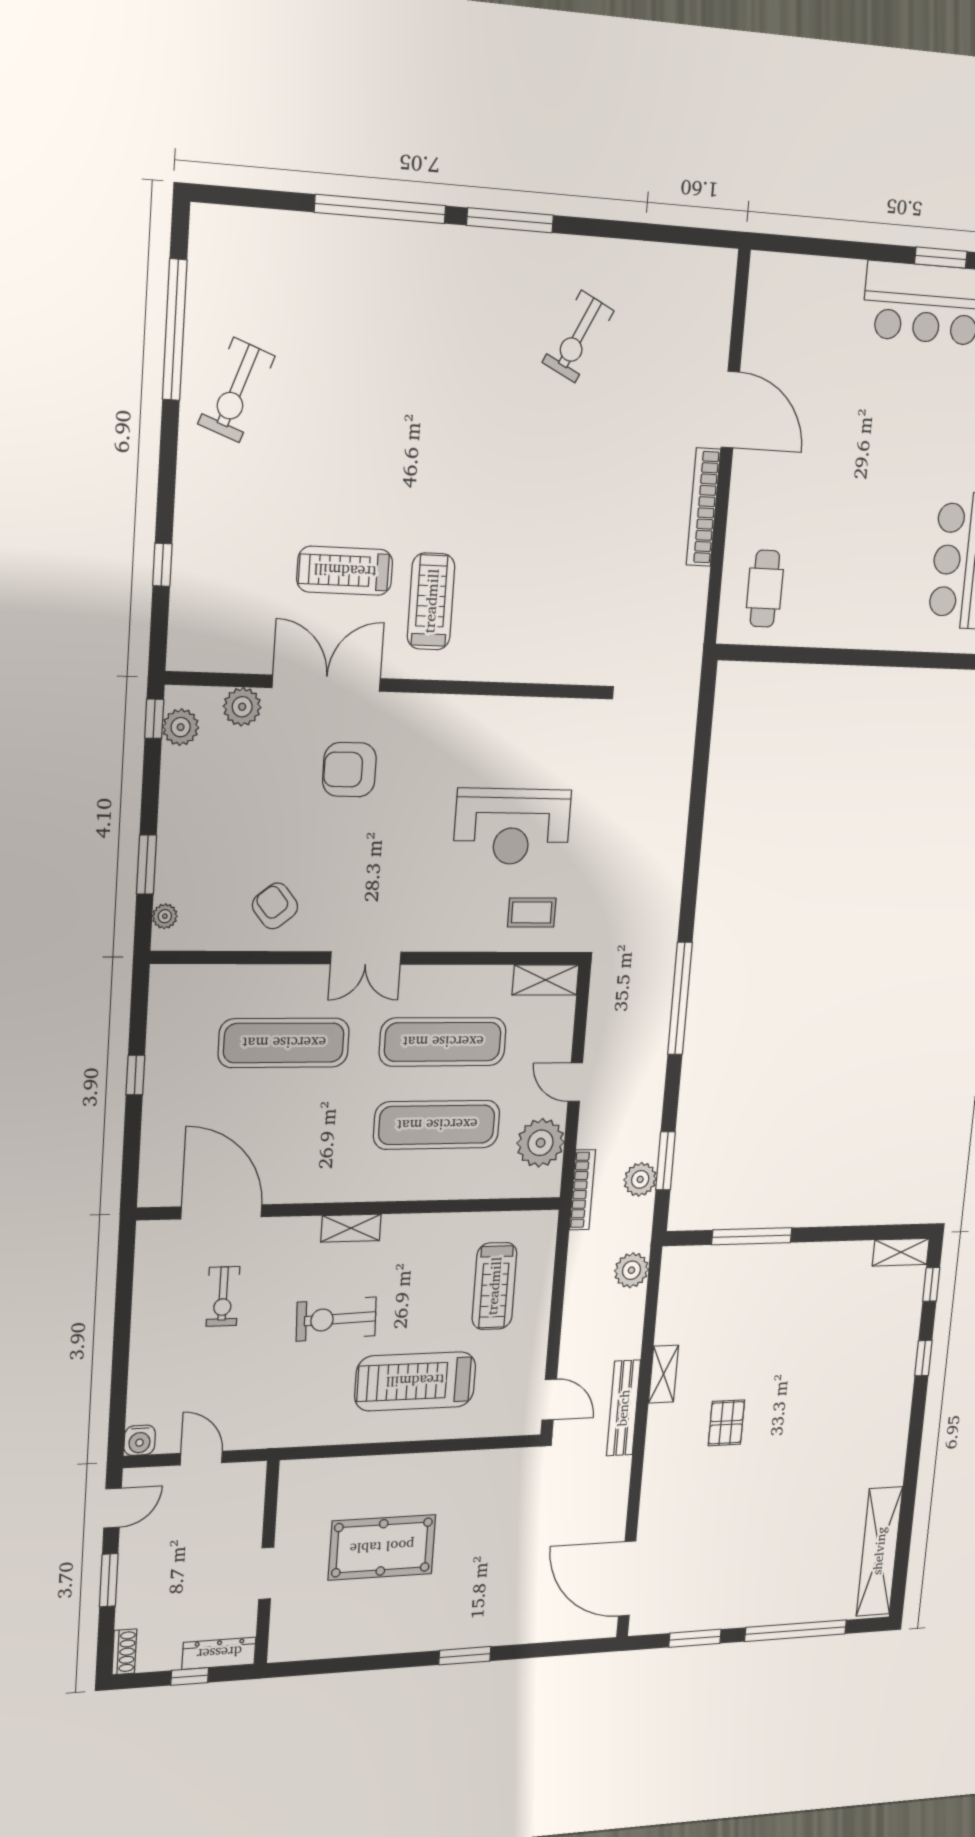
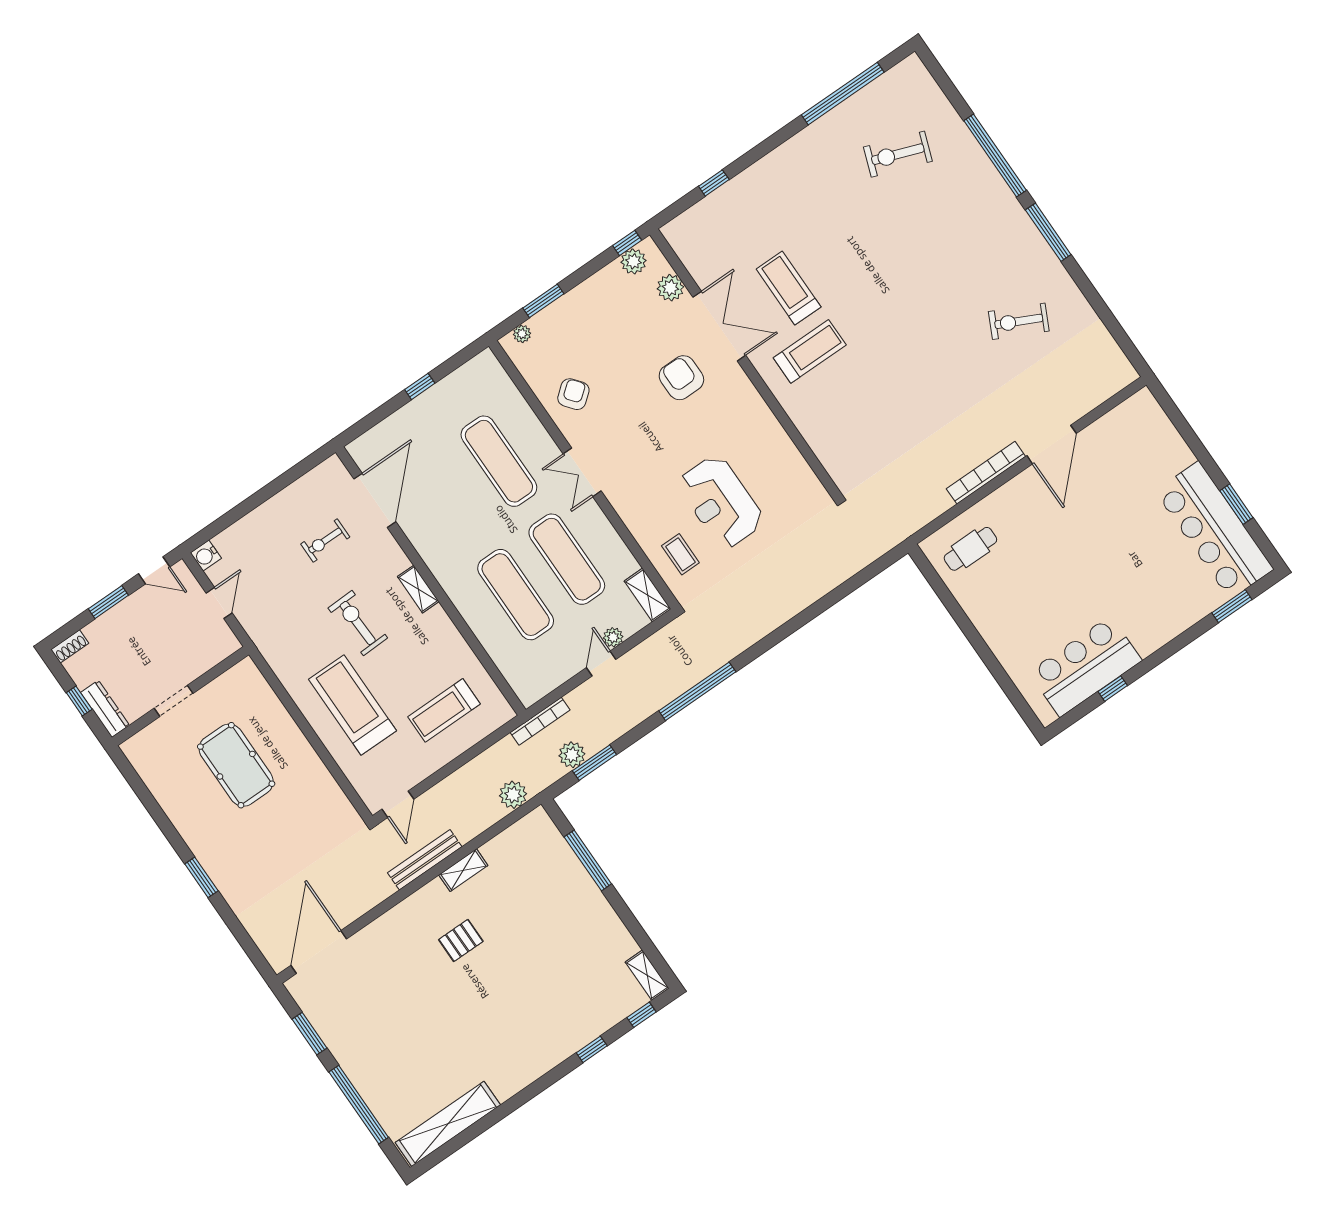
exercise bike: (236, 390) -> (898, 154), moved
plant: (541, 1143) -> (613, 637), moved, width x0.53, depth x0.53

